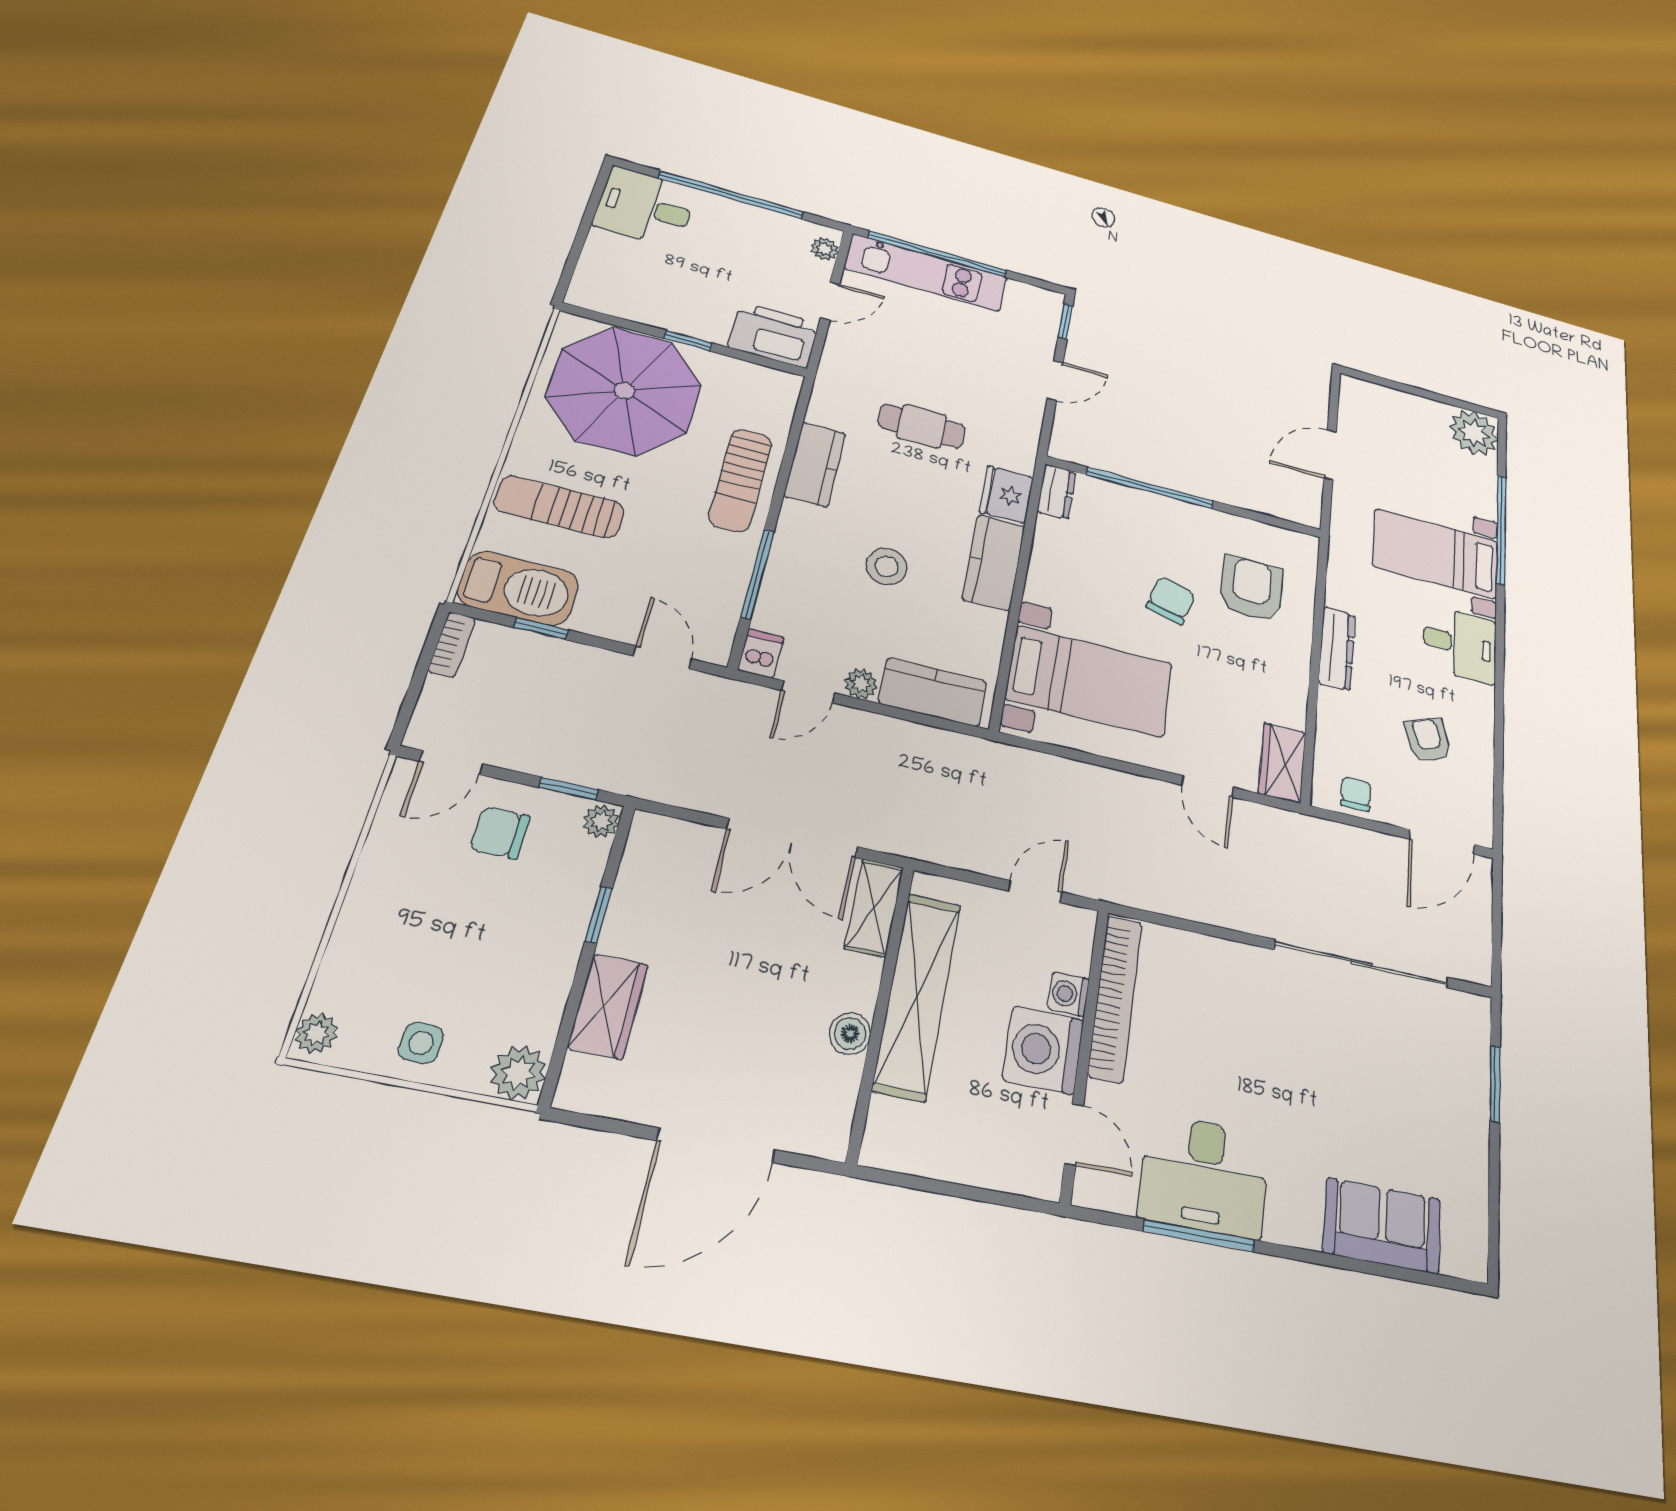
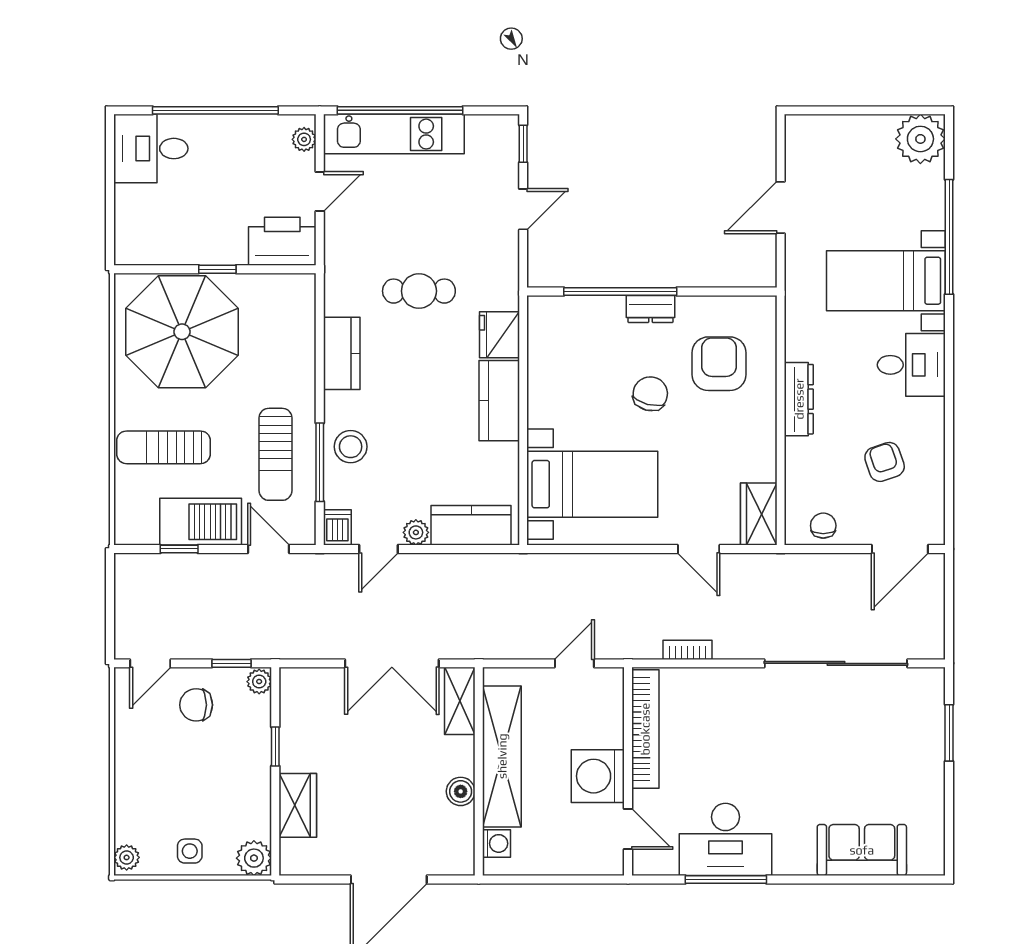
sun lounger: (740, 480) -> (276, 454), moved
dresser: (1057, 492) -> (650, 309), moved, turned 90
stool: (887, 566) -> (351, 447), moved
barbecue: (518, 588) -> (201, 522), moved
bookcase: (452, 645) -> (688, 650), moved, turned -90
washing machine: (1069, 994) -> (496, 843), moved, turned 180

